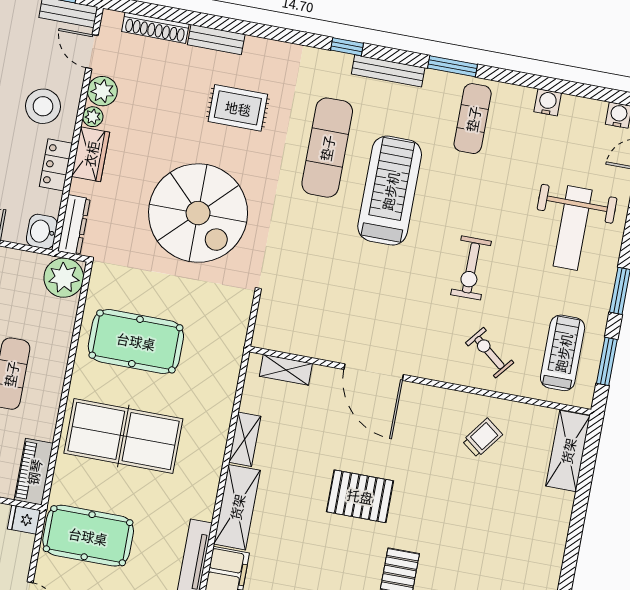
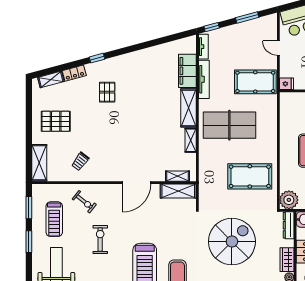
spiral stairs: (198, 213) -> (232, 242), turned 90
shelving: (290, 339) -> (178, 191), added
treadmill: (563, 353) -> (54, 219), moved
door: (374, 372) -> (137, 183), swing flipped
table tennis table: (123, 436) -> (229, 125), moved
piano: (34, 472) -> (286, 107), removed
pallet: (360, 496) -> (56, 121), moved

